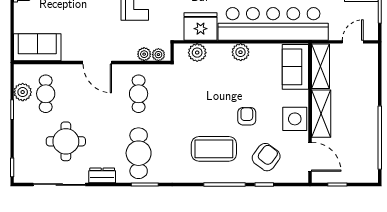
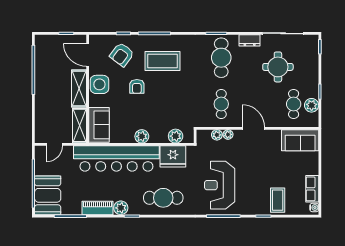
plant: (158, 55) -> (228, 134), moved

